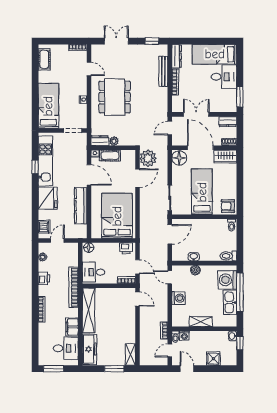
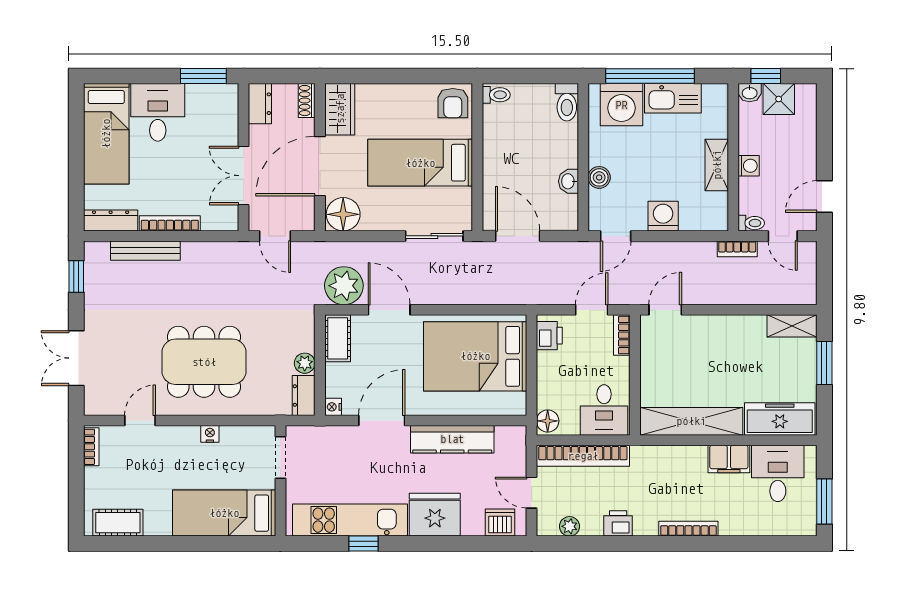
cot: (110, 156) -> (338, 338), moved
bookcase: (74, 287) -> (583, 456), moved
washing machine: (184, 336) -> (749, 166), moved
shower: (213, 359) -> (779, 99), moved

